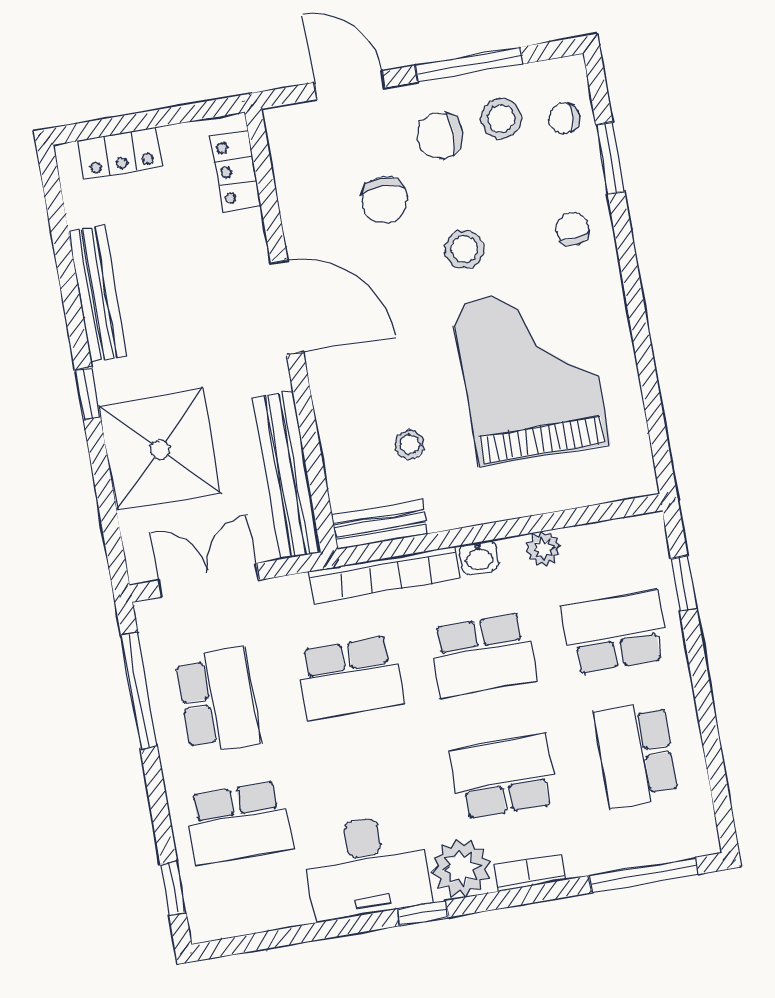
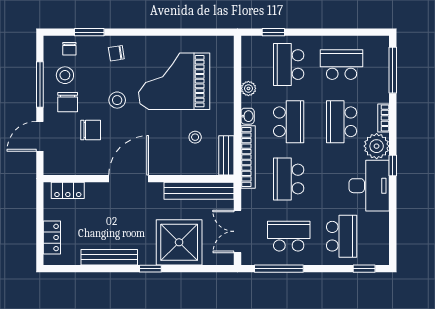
school desk: (350, 678) -> (289, 179), turned 180
school desk: (636, 754) -> (342, 65), turned 180

